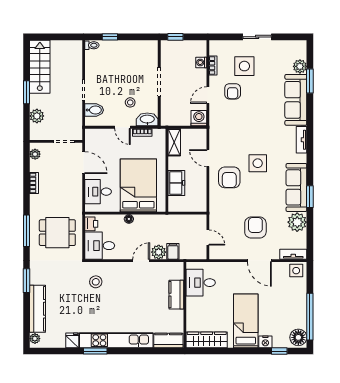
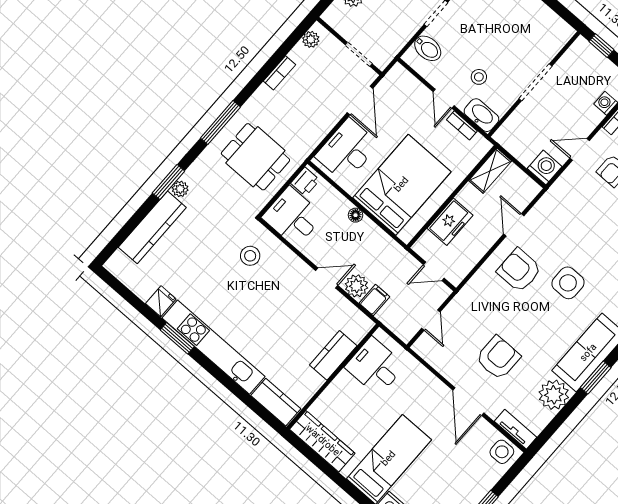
armchair: (229, 177) -> (519, 270), turned 90
desk: (98, 192) -> (347, 150), width x1.37
door: (189, 213) -> (434, 271), added
plant: (35, 339) -> (180, 189), moved

